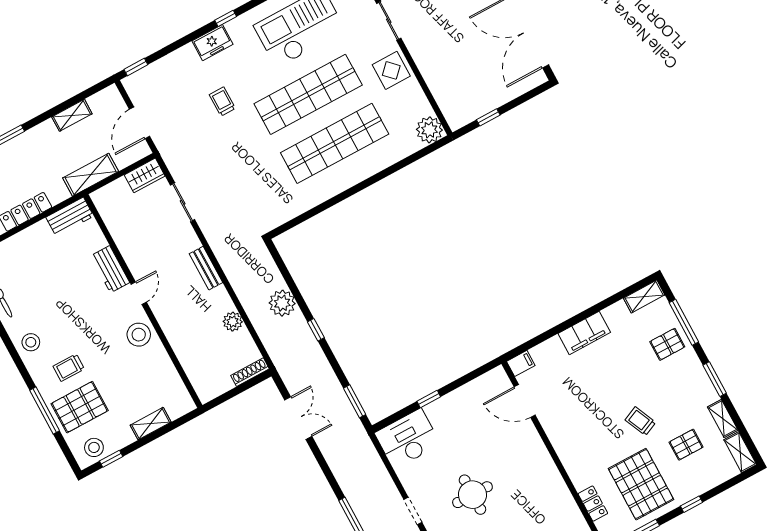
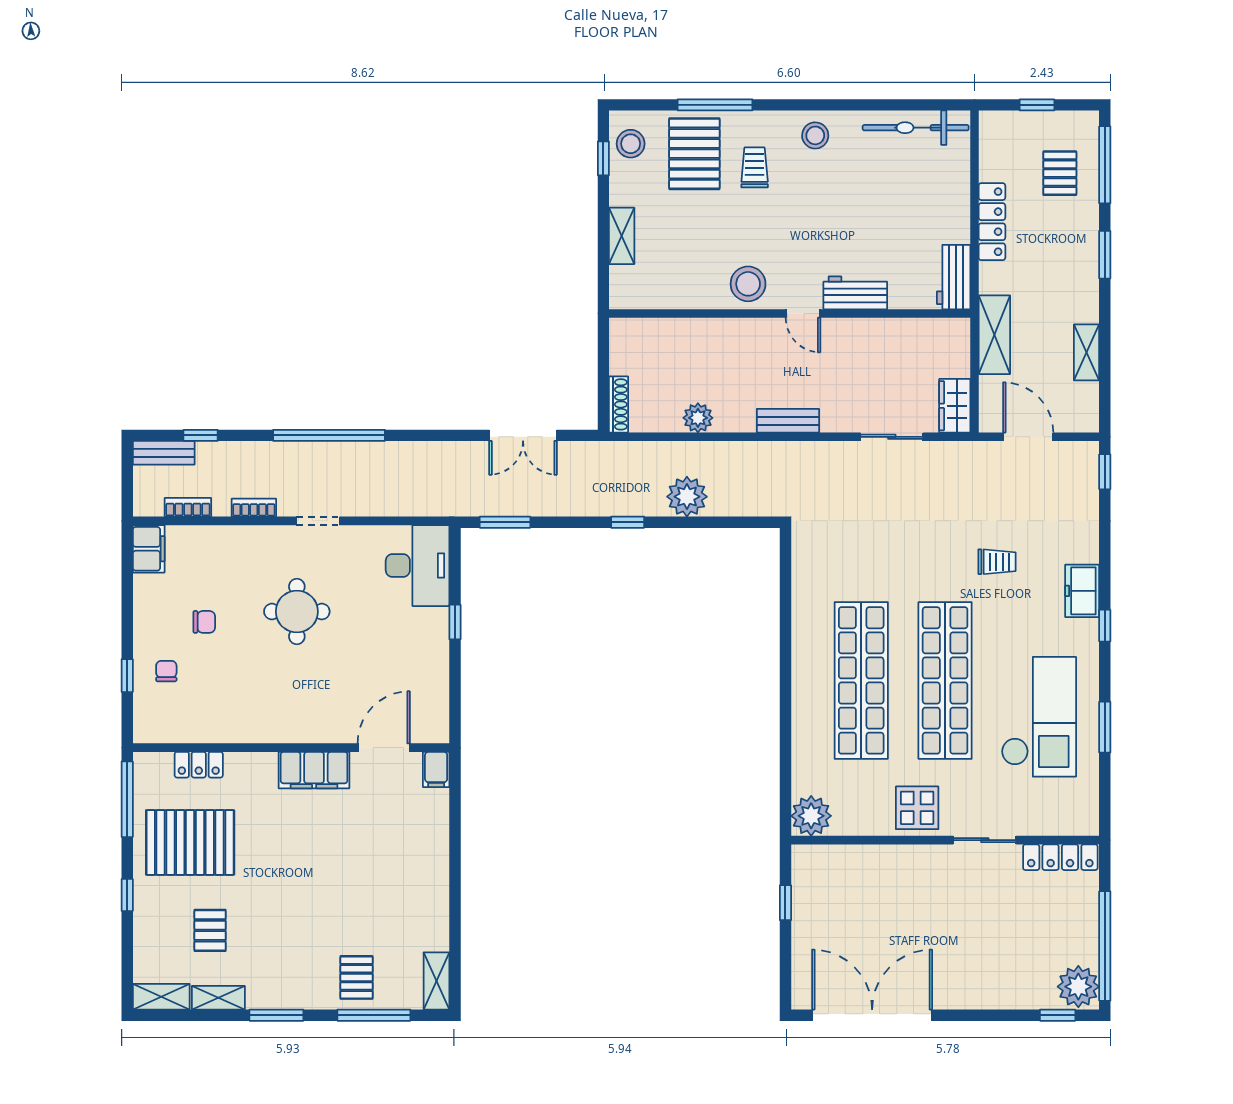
filing cabinet: (584, 333) -> (314, 770), moved, turned -90
trolley: (640, 421) -> (274, 887), removed

